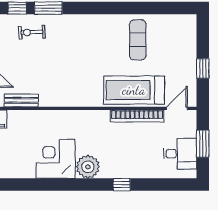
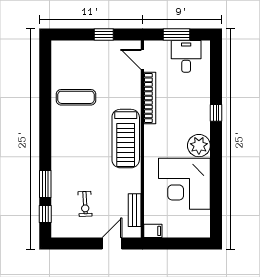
exercise bike: (32, 32) -> (85, 204), moved
treadmill: (134, 90) -> (126, 139), moved
corner desk: (55, 159) -> (184, 184), width x1.36, depth x1.36

